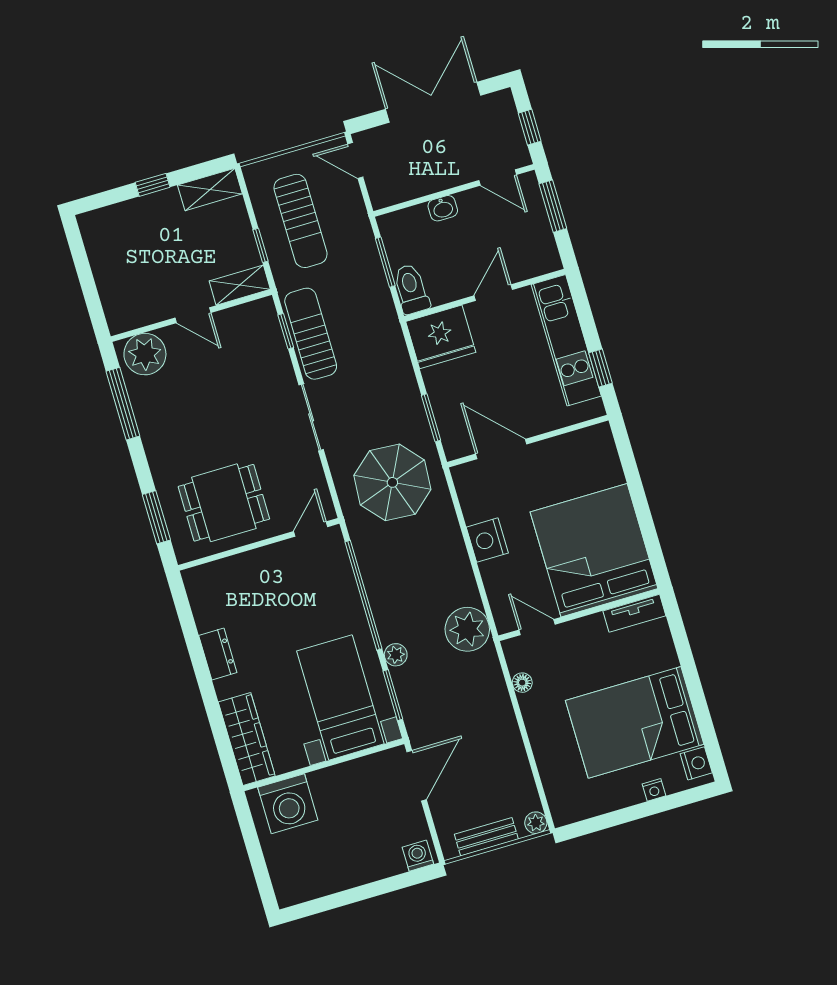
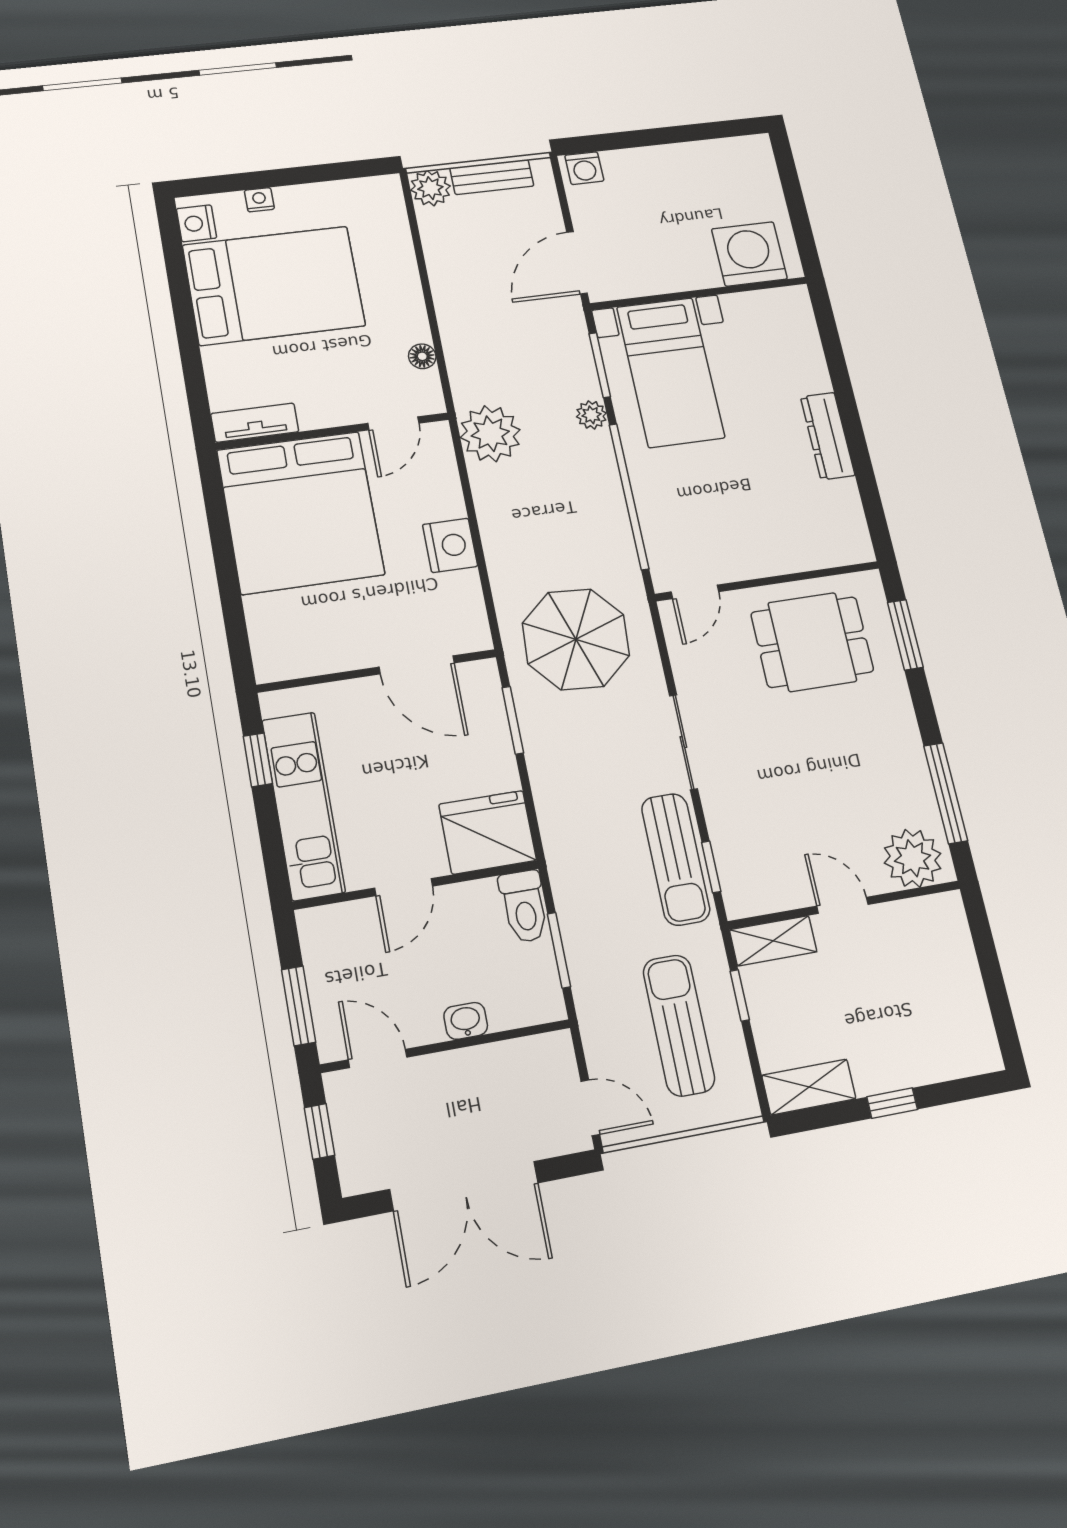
door: (537, 627) -> (393, 423), hinge flipped
dresser: (218, 654) -> (828, 436), width x1.44
wardrobe: (247, 739) -> (798, 339), removed
plant: (536, 823) -> (430, 188), width x1.38, depth x1.38

